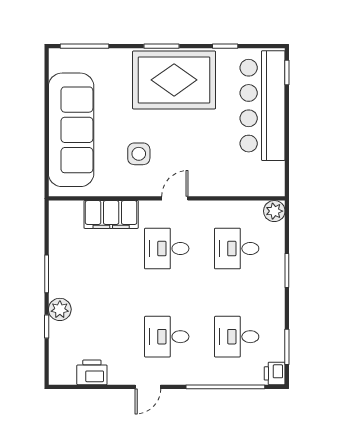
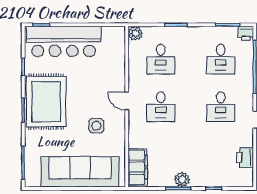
filing cabinet: (111, 214) -> (138, 167), moved
plant: (60, 309) -> (182, 179), moved

